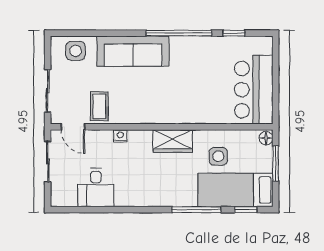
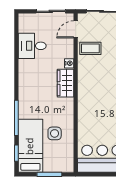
floor lamp: (266, 138) -> (68, 168), removed
wardrobe: (173, 141) -> (65, 83), moved

